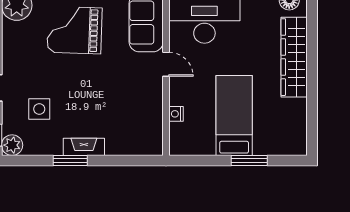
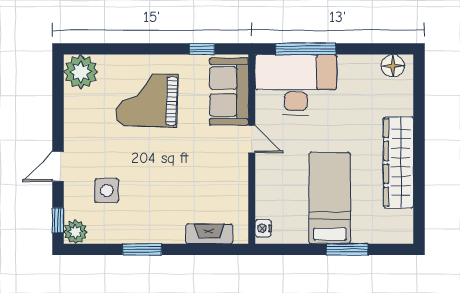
wardrobe: (294, 57) -> (399, 162), moved
nightstand: (176, 114) -> (263, 228), moved
fireplace: (84, 147) -> (209, 234), moved

